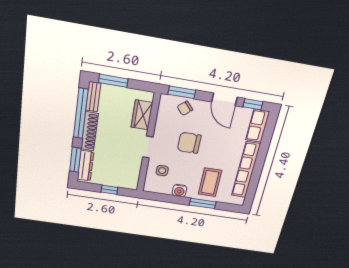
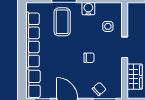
chair: (189, 143) -> (89, 58), width x0.54, depth x0.54

